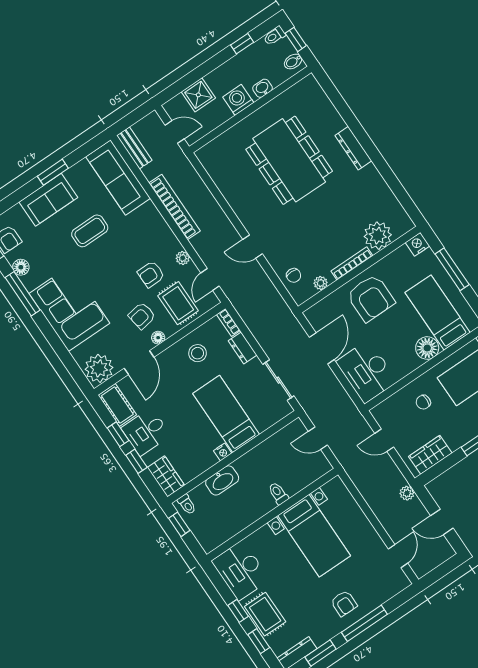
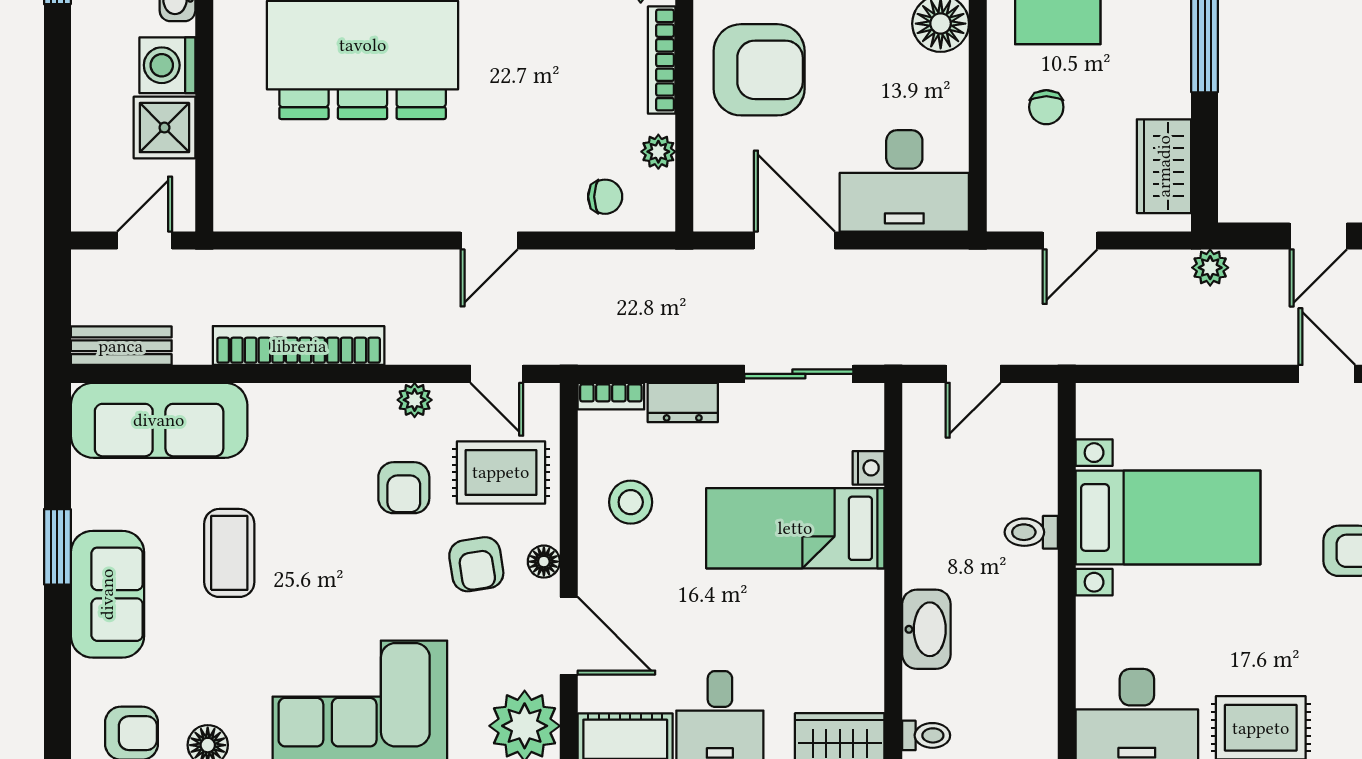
shower: (198, 95) -> (164, 128), moved
nightstand: (223, 452) -> (869, 468), moved

